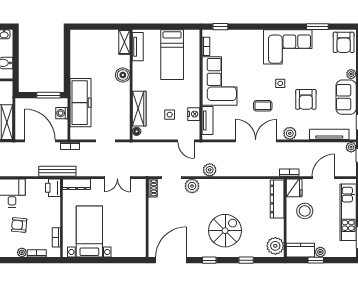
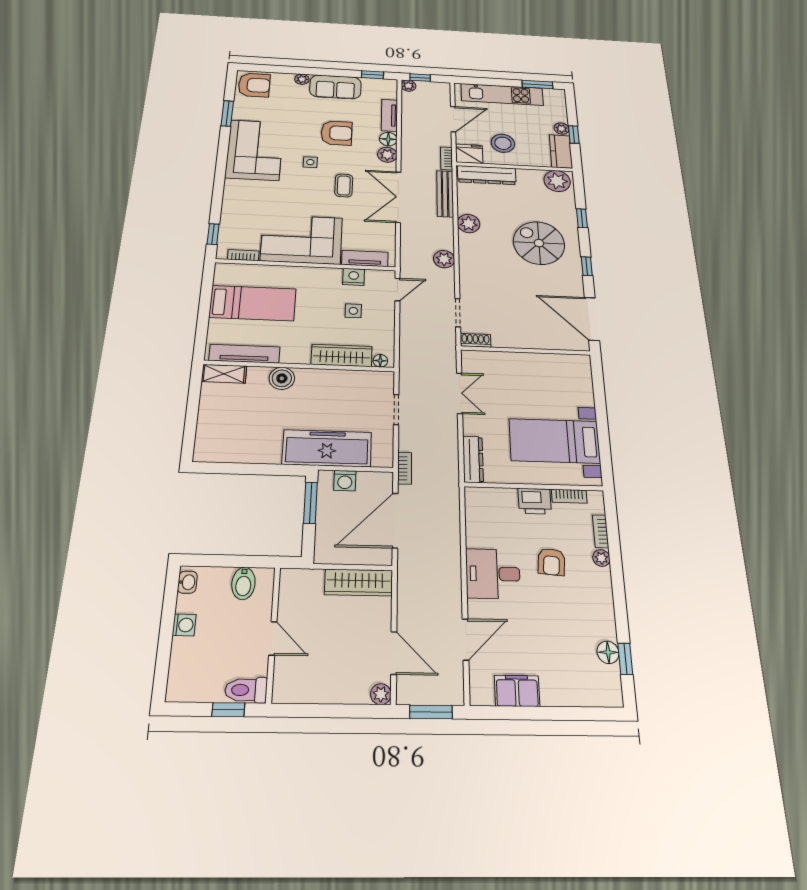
tv unit: (138, 47) -> (244, 354), width x1.41
floor lamp: (303, 134) -> (388, 139), added
tv unit: (329, 134) -> (389, 115), width x0.71
bench: (57, 171) -> (445, 194), moved
door: (323, 178) -> (453, 119), swing flipped
plant: (192, 186) -> (469, 224), moved
printer: (53, 188) -> (535, 501), moved

